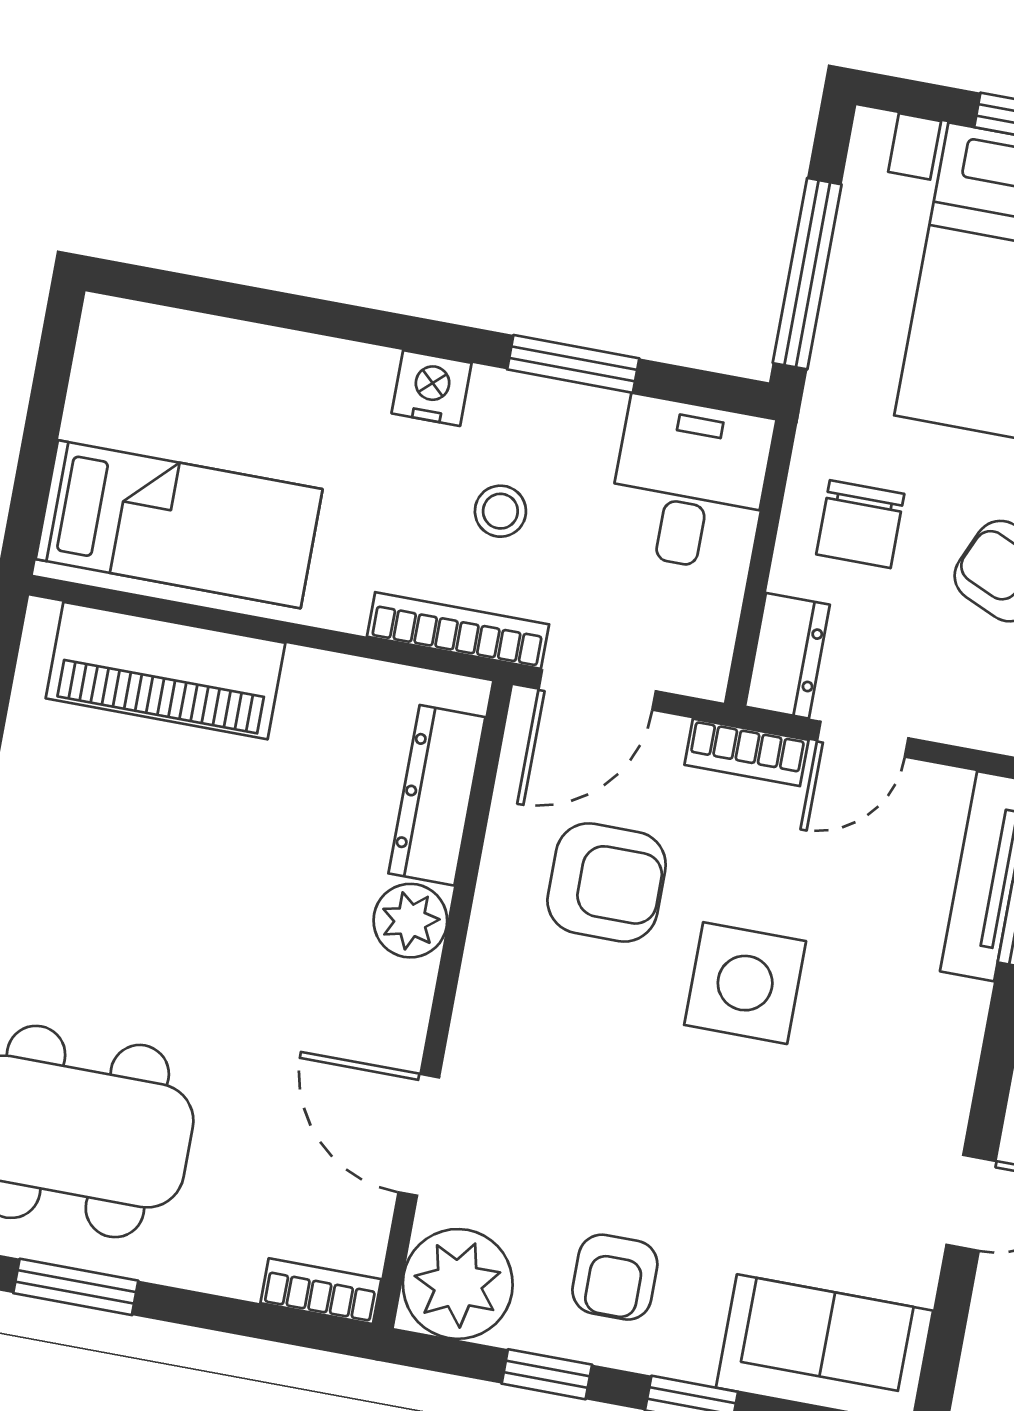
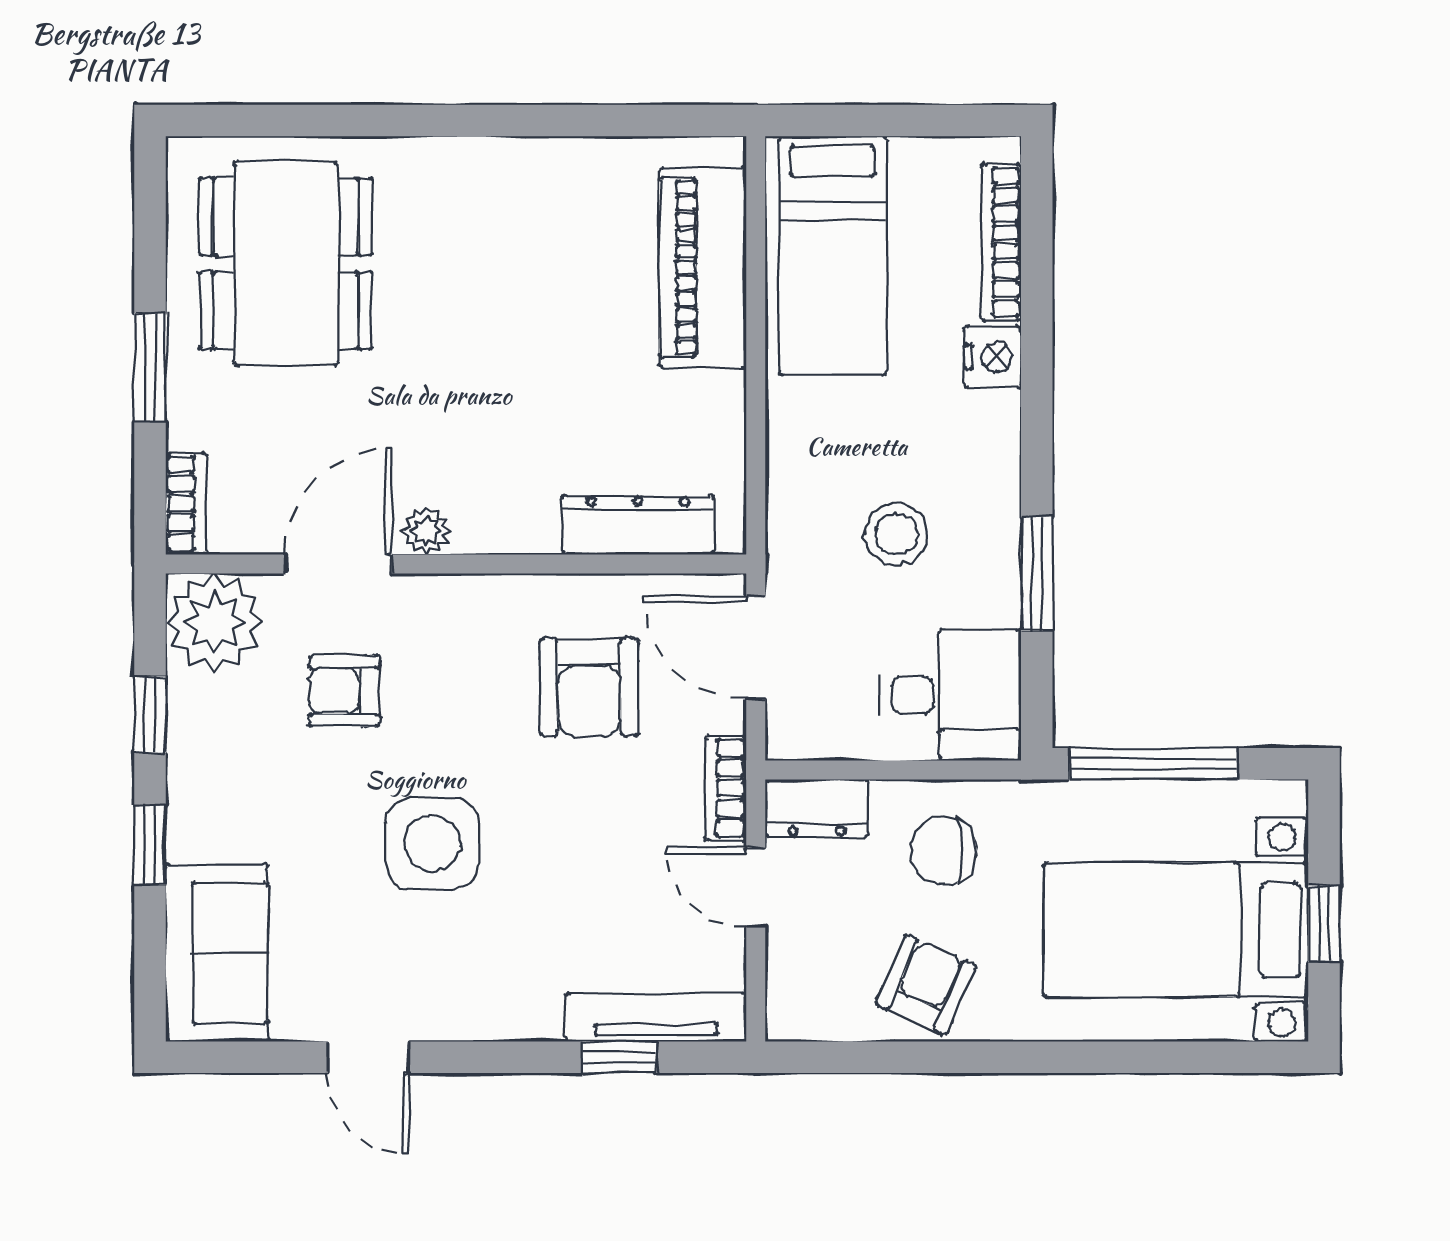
nightstand: (432, 388) -> (993, 357), moved
stool: (500, 511) -> (896, 534), width x1.37, depth x1.37
bookcase: (458, 630) -> (1001, 242), moved, turned 180
plant: (410, 921) -> (426, 531), moved, width x0.73, depth x0.73
side table: (745, 983) -> (432, 843), moved
armchair: (615, 1277) -> (344, 691), moved
window: (76, 1287) -> (150, 367), moved

